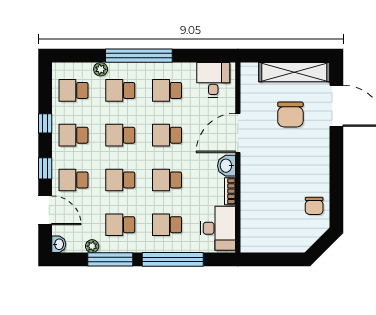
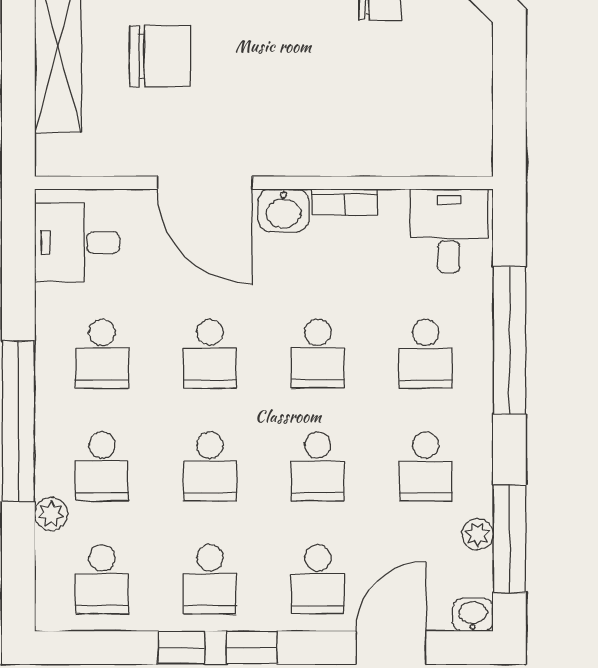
window: (45, 168) -> (252, 648), moved
desk: (218, 228) -> (449, 231), width x0.73
window: (110, 259) -> (509, 539), moved

